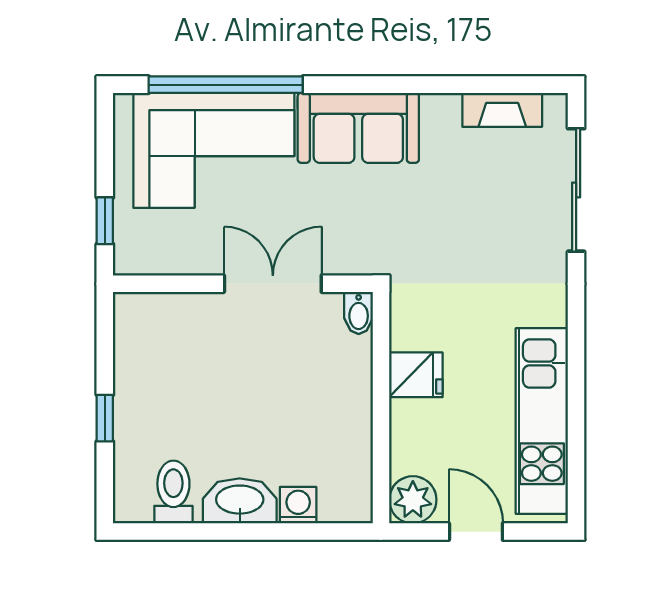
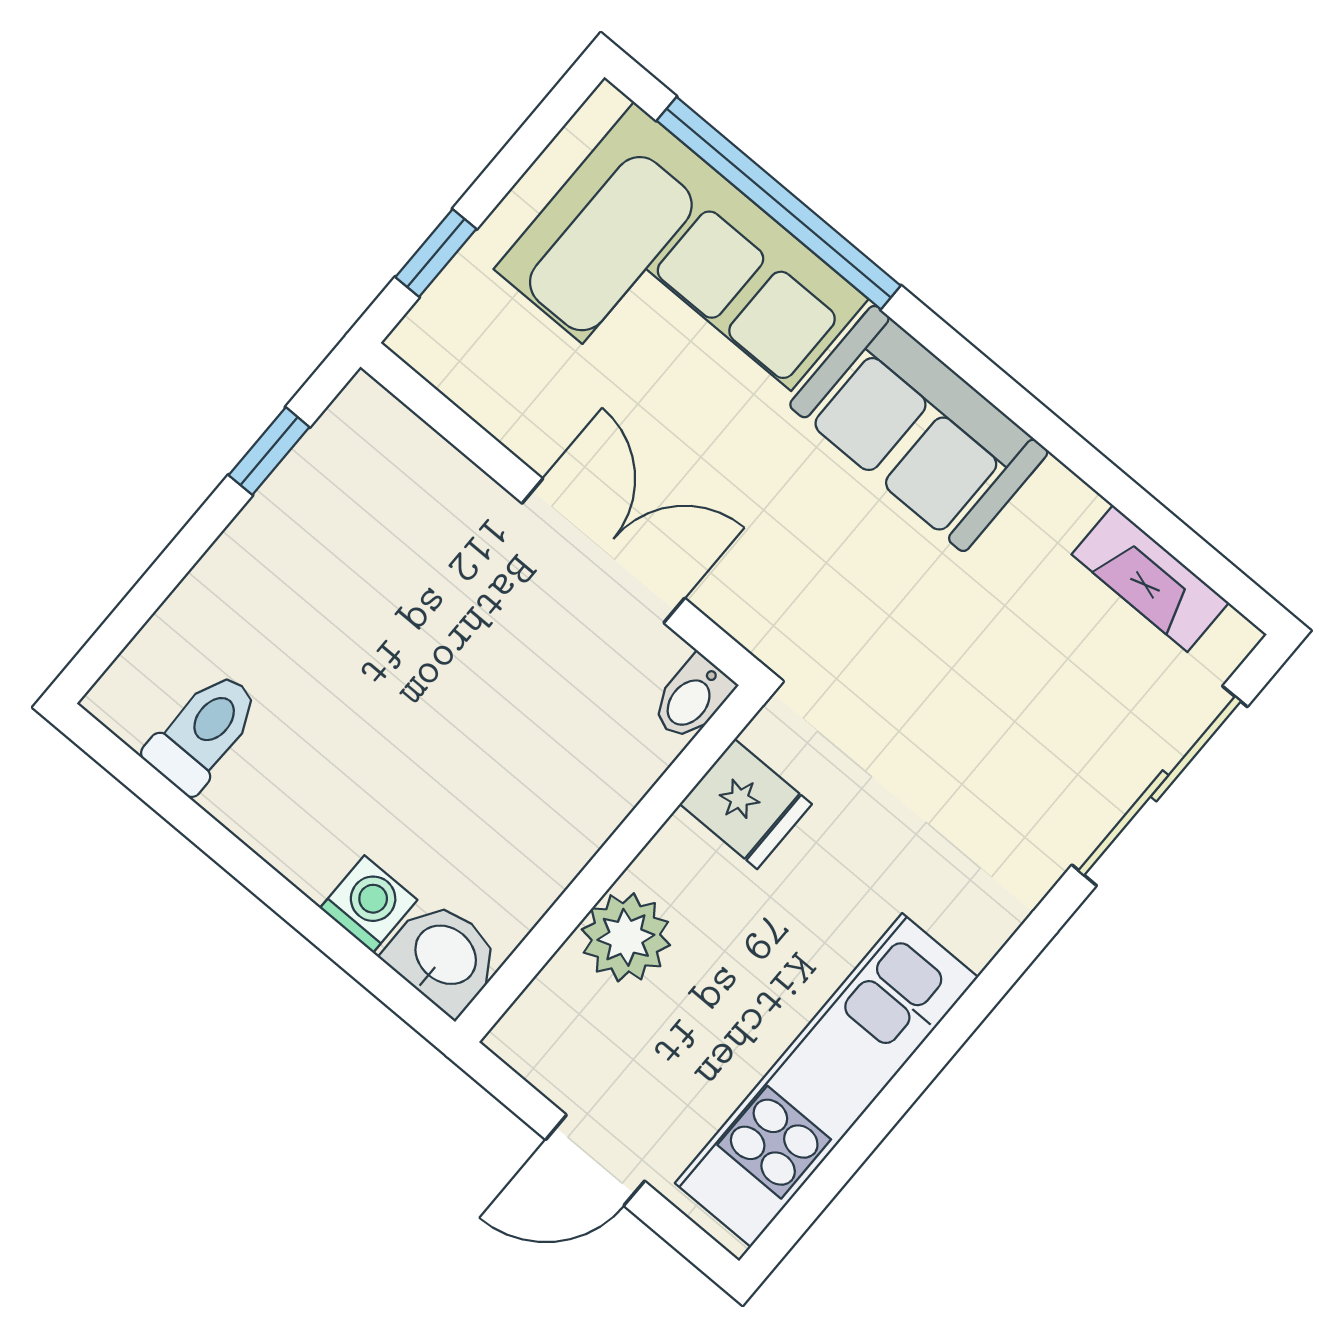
fridge: (416, 375) -> (746, 804), moved
window: (105, 418) -> (269, 451), moved
plant: (413, 500) -> (626, 937), moved
washbasin: (240, 501) -> (444, 957), moved, width x0.72
door: (476, 532) -> (595, 1160), swing flipped

